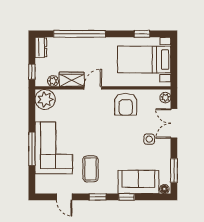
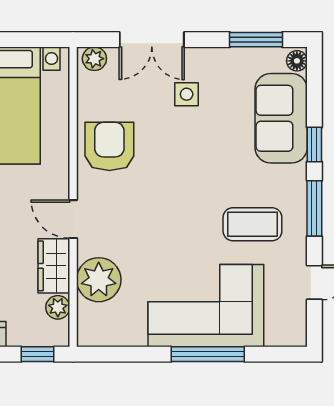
plant: (45, 99) -> (99, 280), moved
armchair: (126, 104) -> (109, 146), turned -90
window: (98, 197) -> (314, 208), width x1.50

